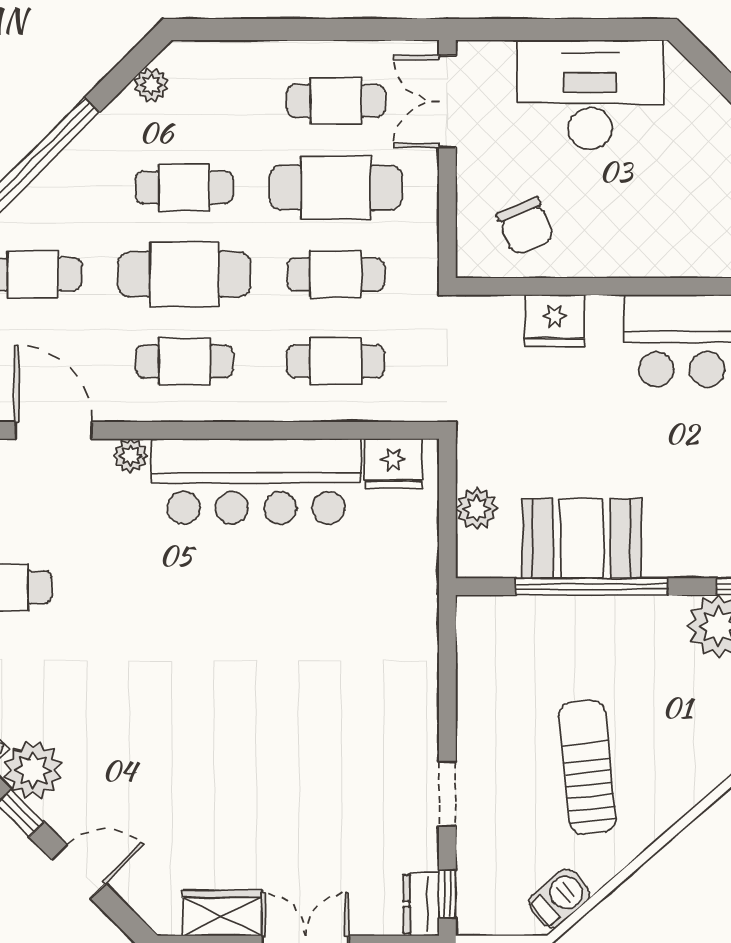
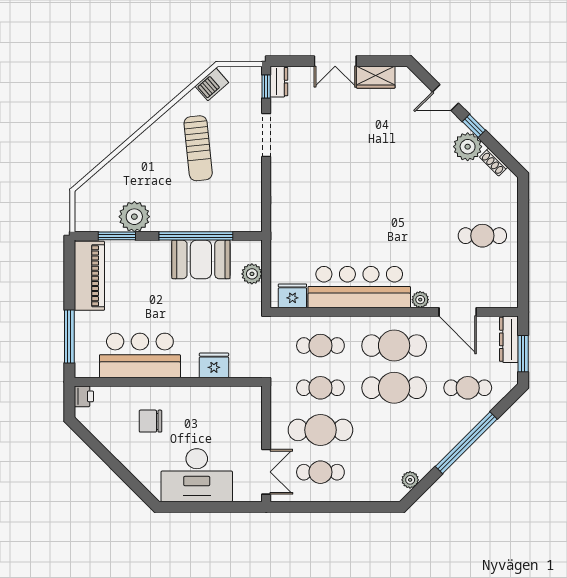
cafe table: (184, 188) -> (394, 430), removed
chair: (526, 226) -> (151, 421), moved, turned -67
cafe table: (184, 361) -> (394, 346), width x1.37, depth x1.35
doorway: (447, 794) -> (266, 135), width x1.38

